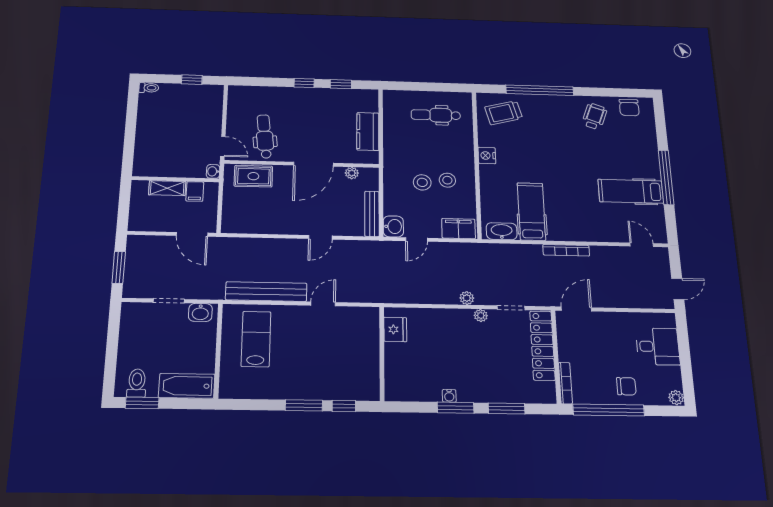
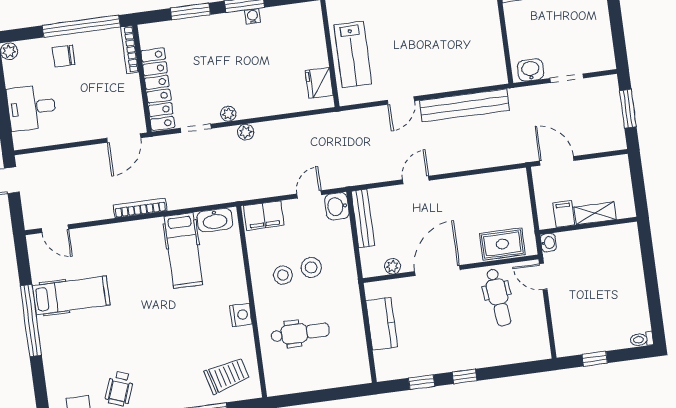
dental chair: (436, 115) -> (300, 333), moved
lab bench: (256, 339) -> (353, 54), moved

